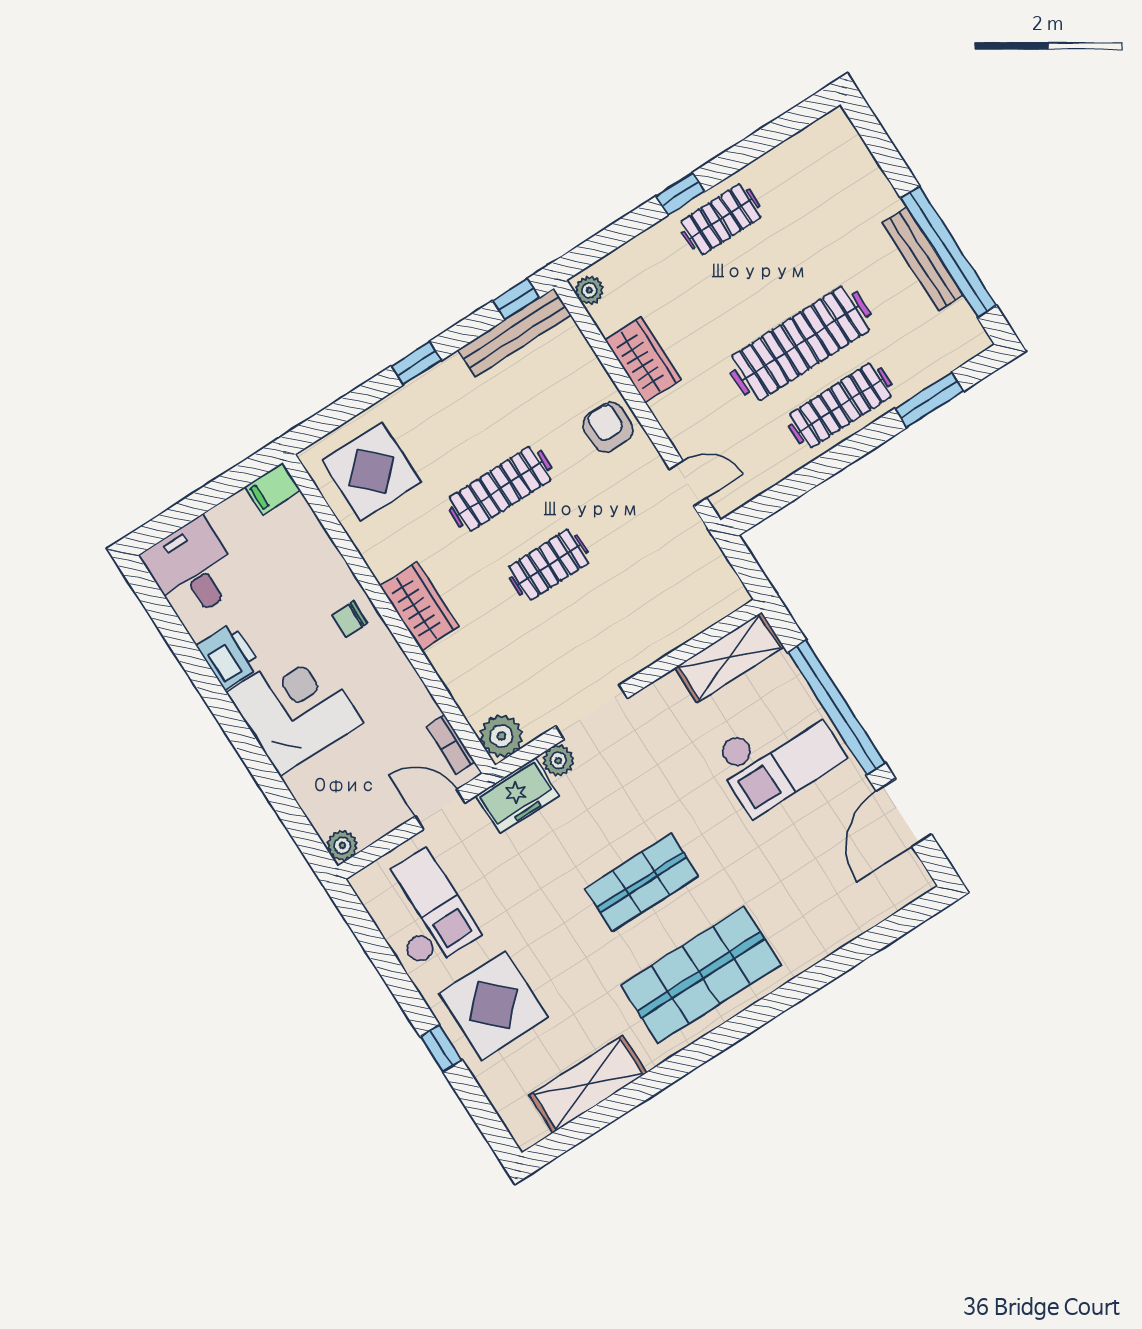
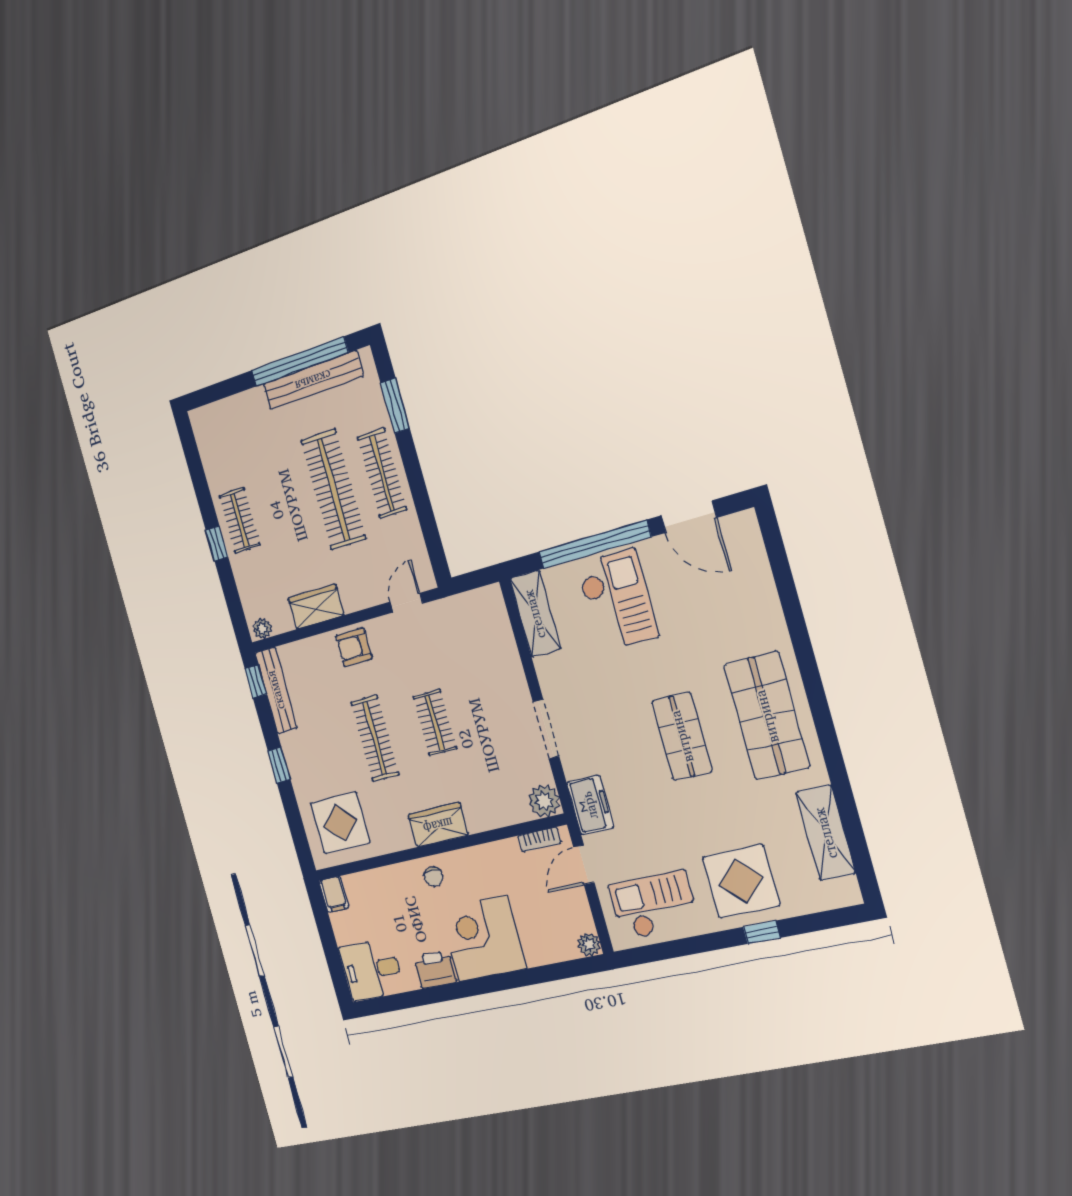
bench: (923, 259) -> (313, 380), width x1.37, depth x1.21
plant: (558, 760) -> (574, 766), removed

